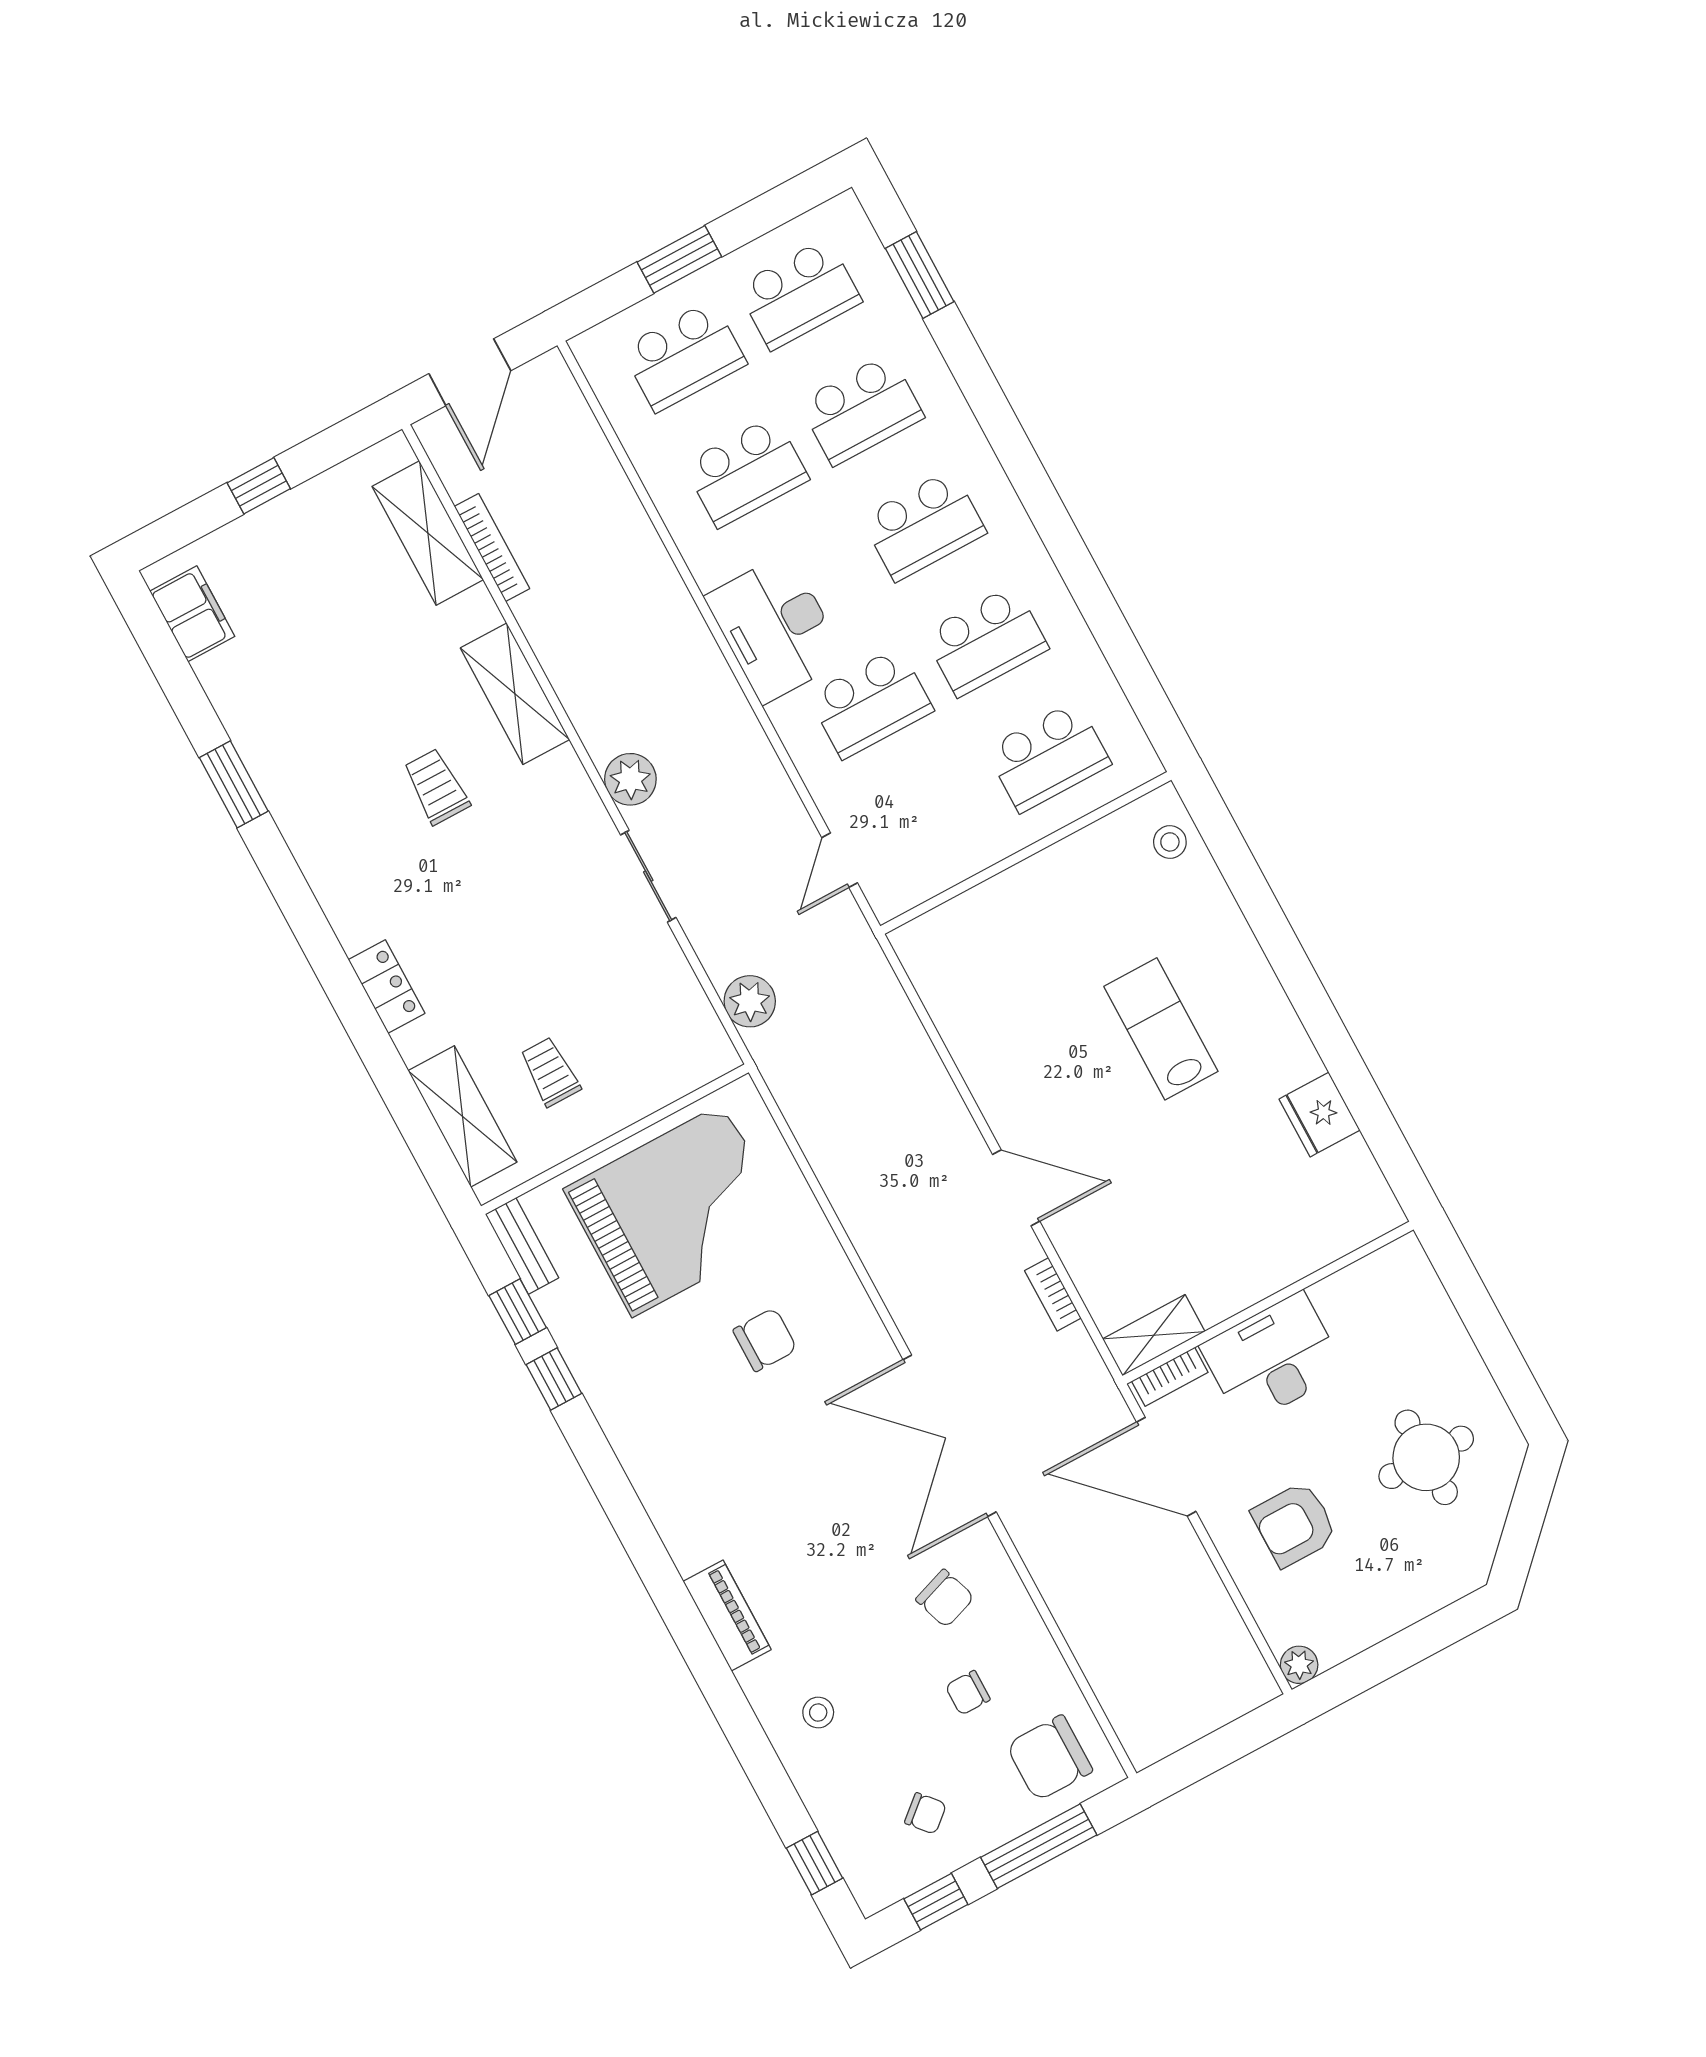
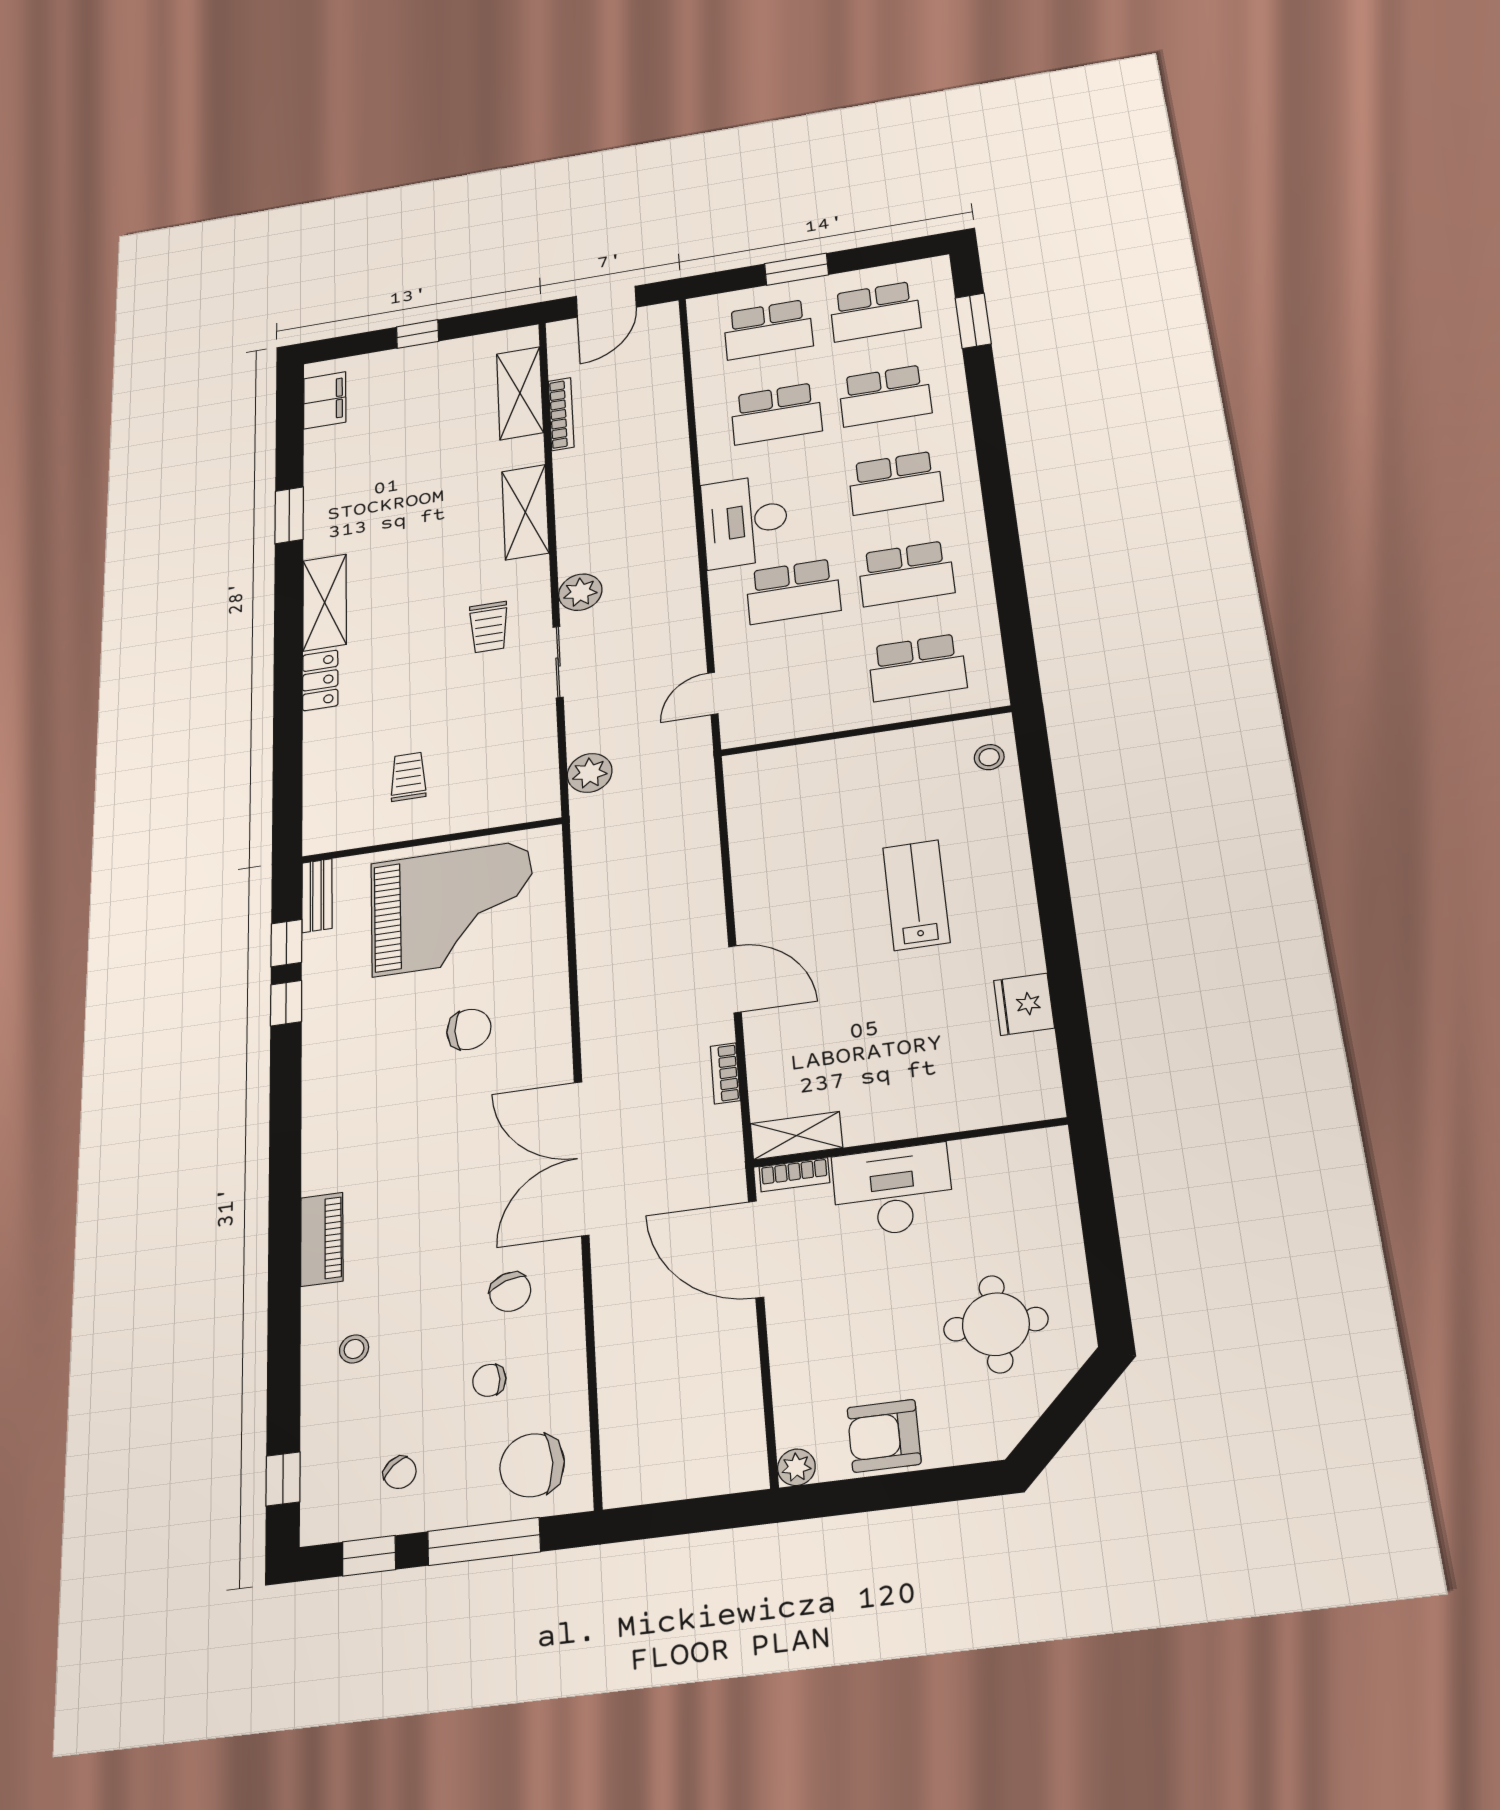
trolley: (436, 787) -> (489, 627), moved, turned 180
shelving: (463, 1116) -> (325, 602), moved
armchair: (1294, 1524) -> (884, 1436), moved

